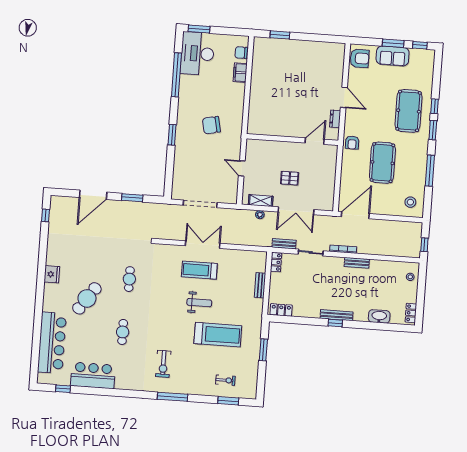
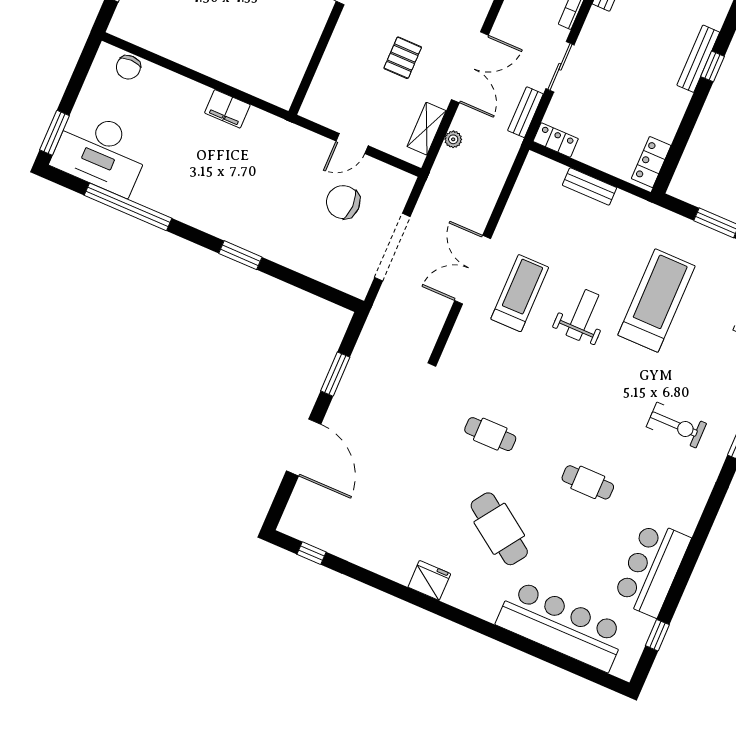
filing cabinet: (240, 73) -> (227, 109), moved
chair: (211, 125) -> (343, 202), moved, turned 102
treadmill: (199, 270) -> (520, 293), turned 180

